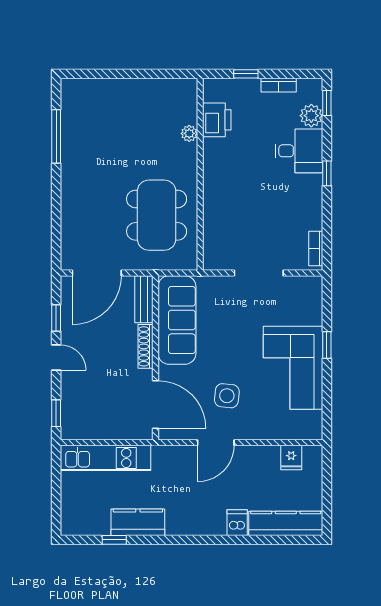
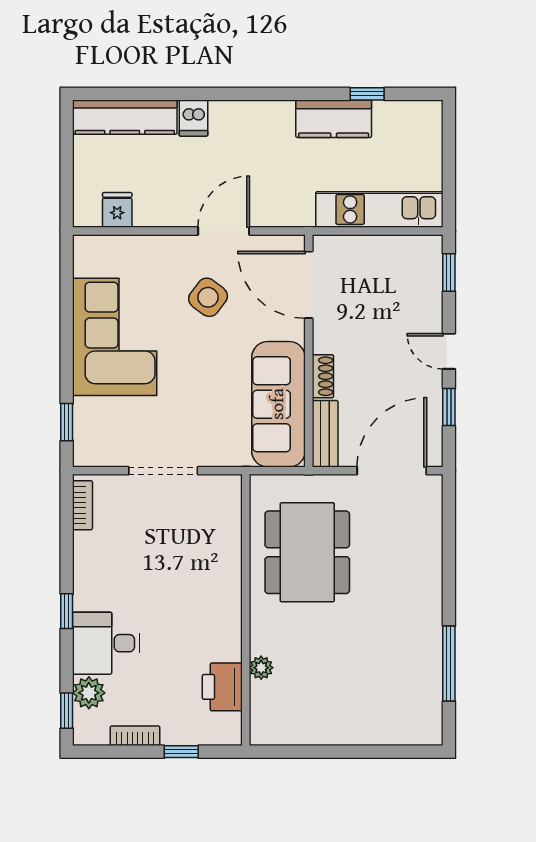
window: (327, 345) -> (67, 422), moved
shoe rack: (146, 346) -> (323, 376), width x0.70
side table: (227, 396) -> (208, 297), turned 31

